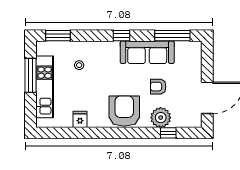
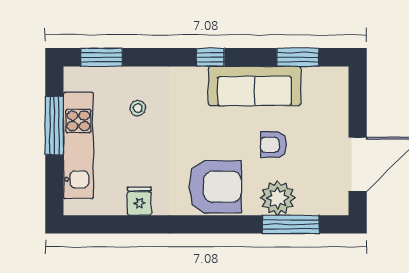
window: (172, 36) -> (298, 57), width x0.69
armchair: (124, 111) -> (215, 187), turned 90
window: (168, 133) -> (290, 224), width x2.17

